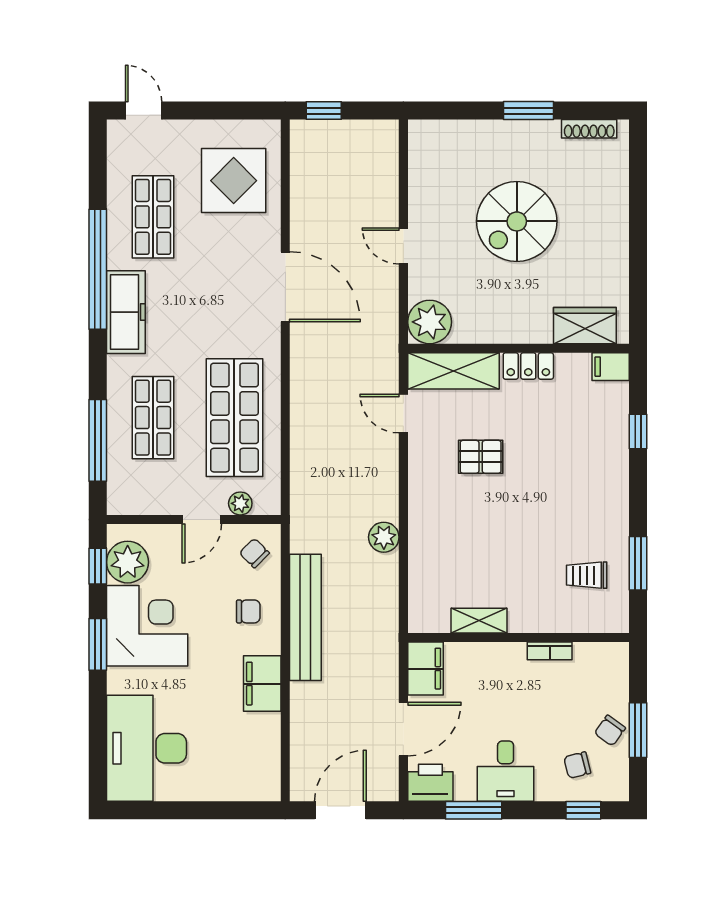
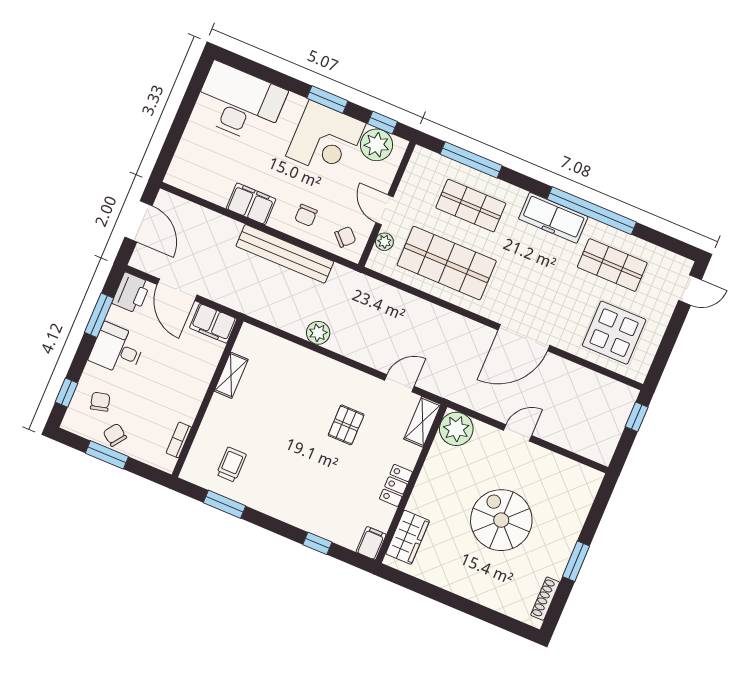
shelving: (453, 371) -> (422, 422), width x0.67, depth x0.75
bookcase: (550, 651) -> (179, 440), moved

